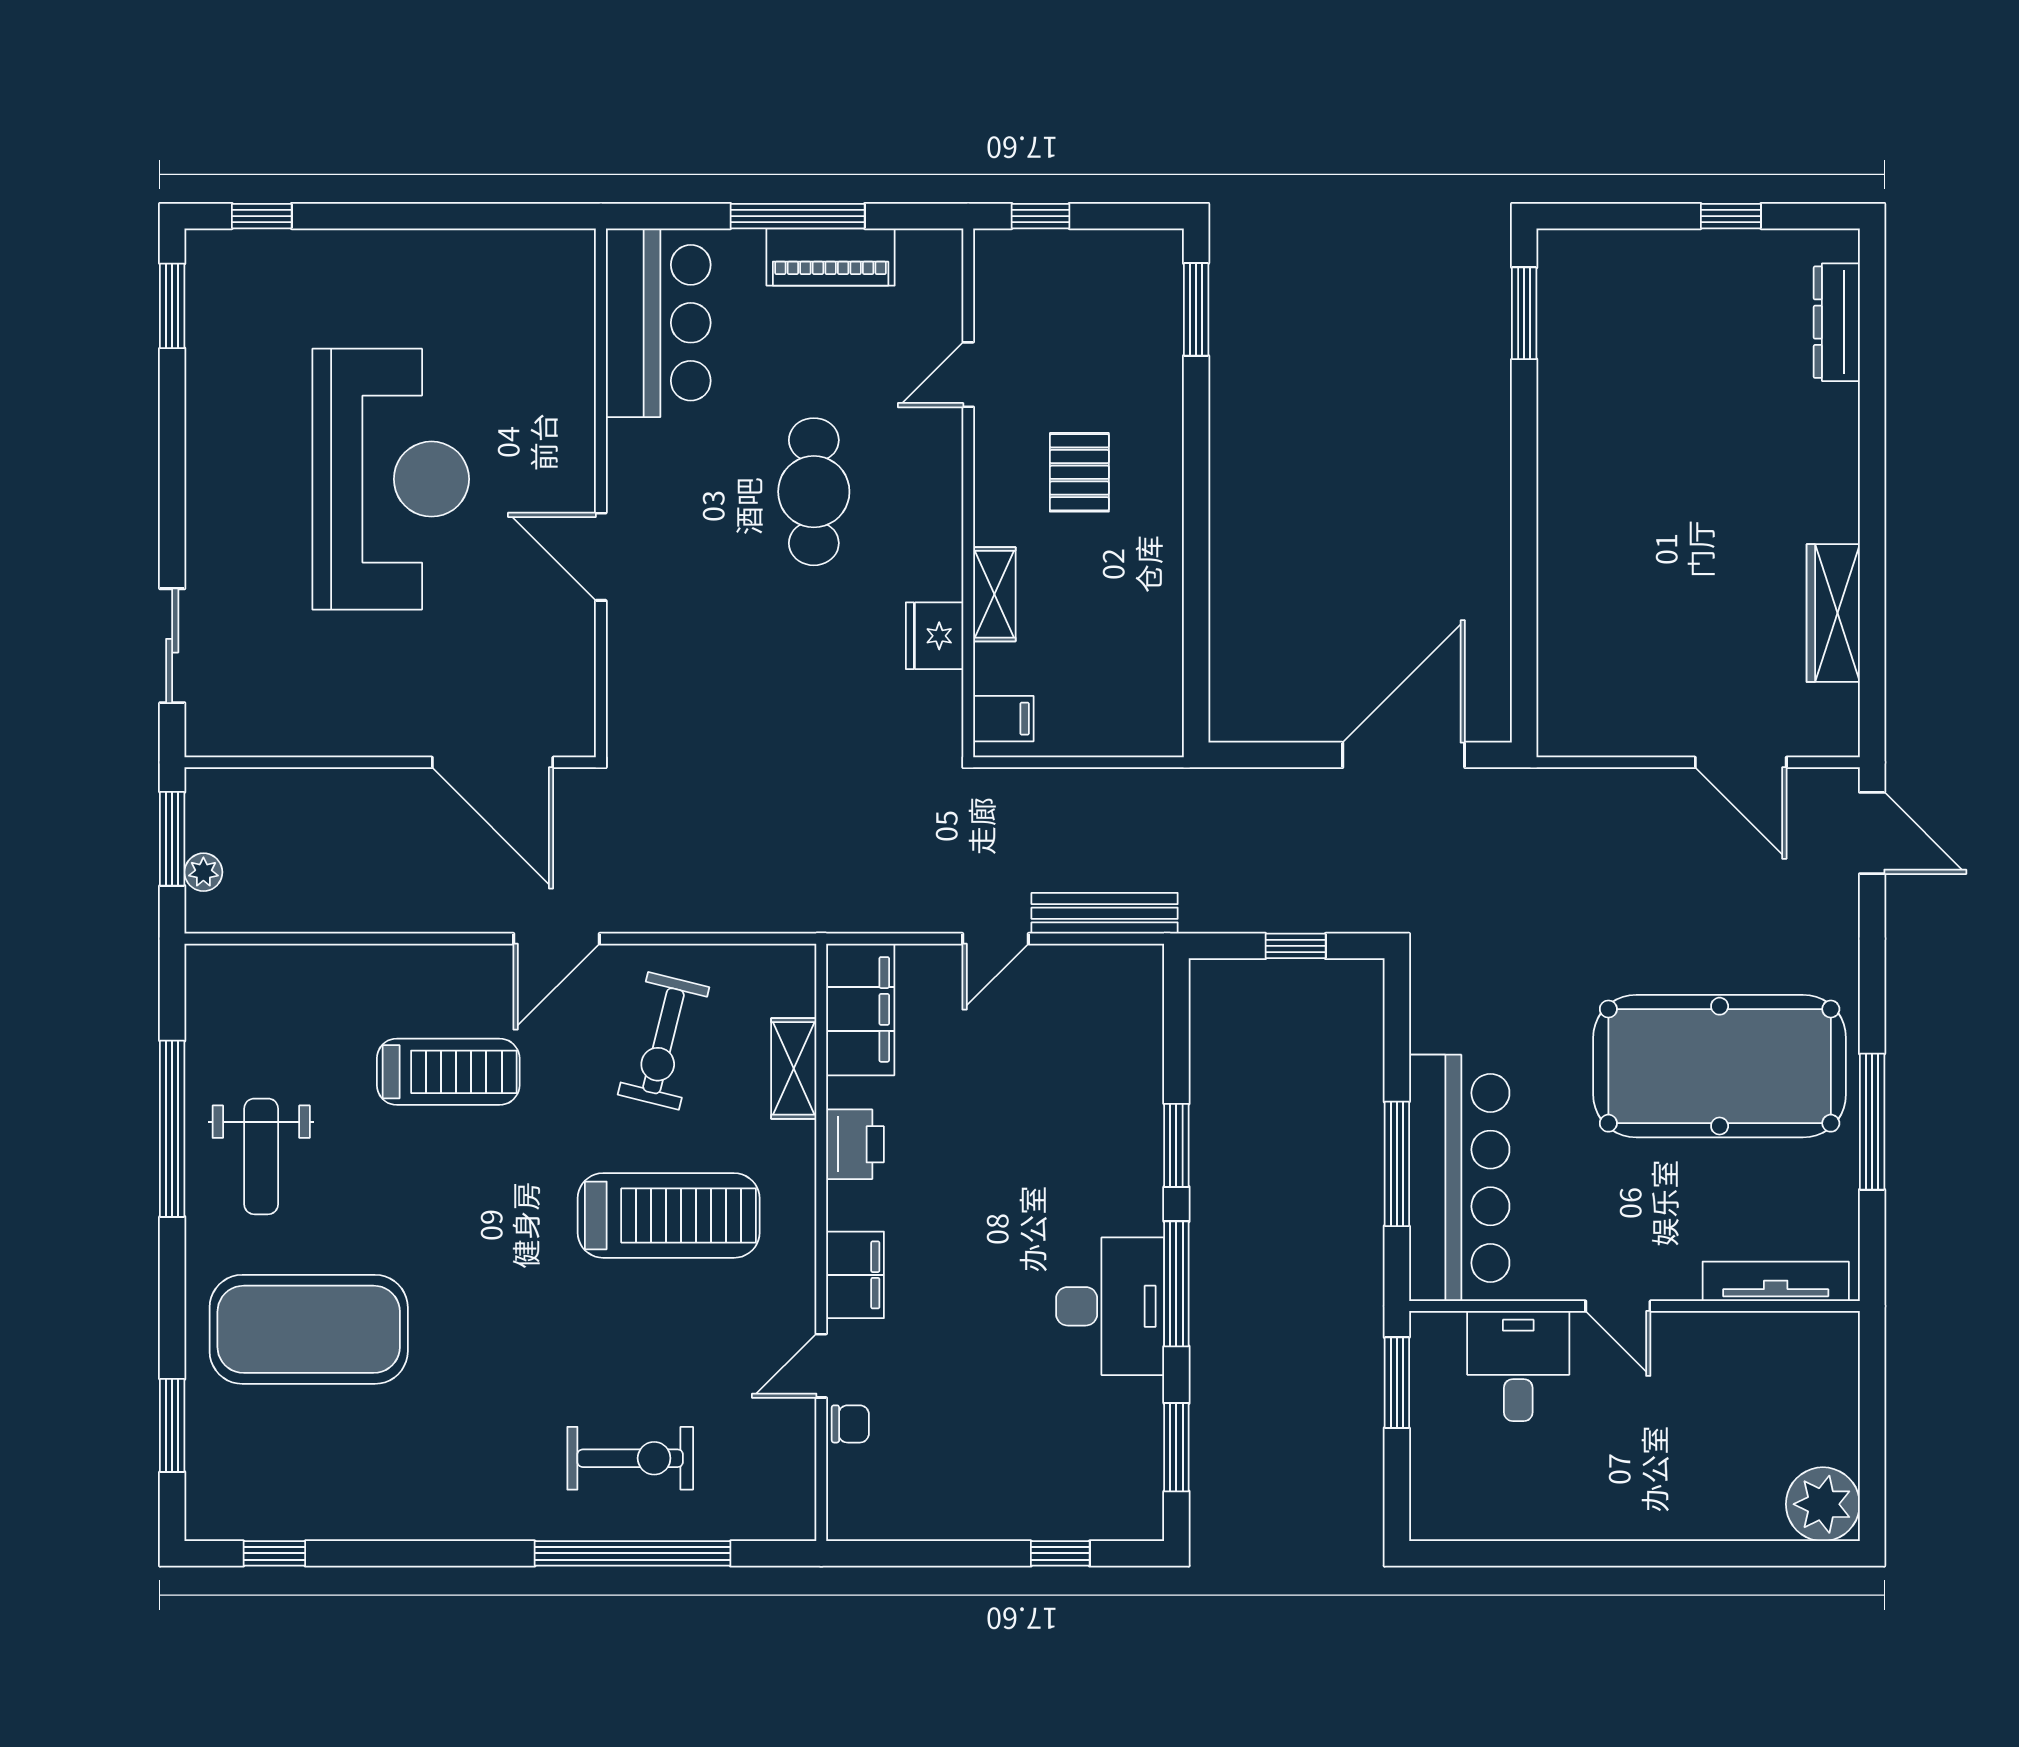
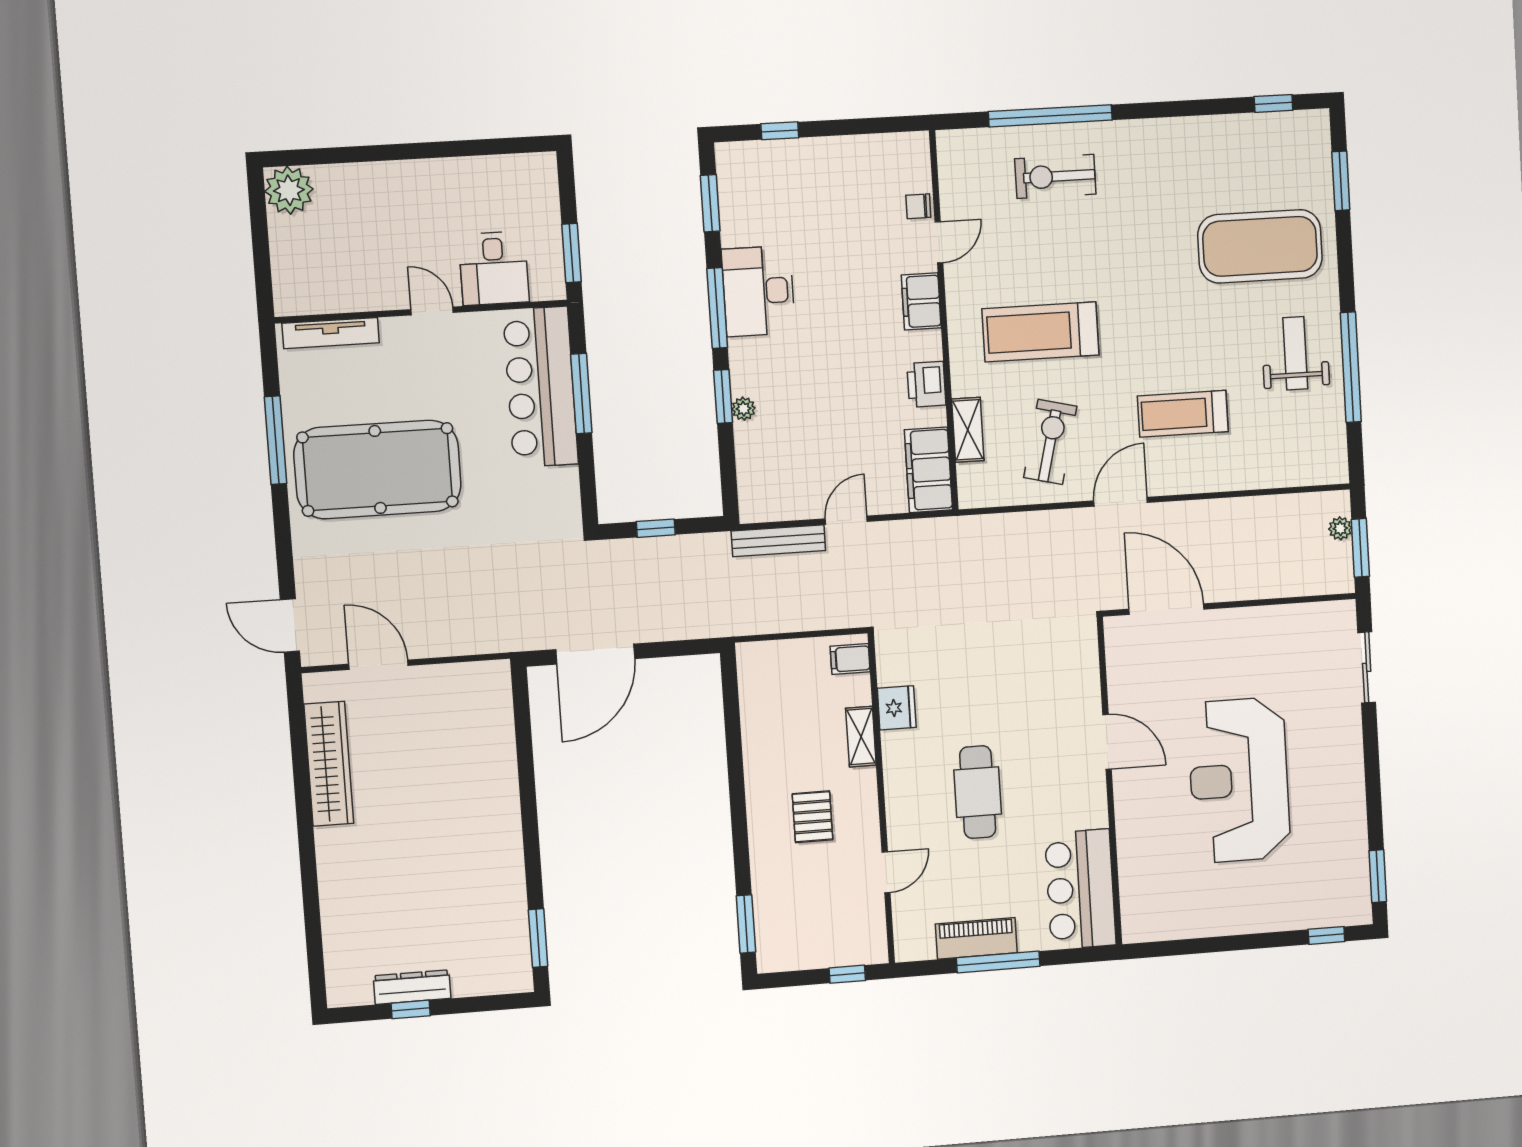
dresser: (1837, 322) -> (412, 987), moved, turned -90
wardrobe: (1833, 613) -> (329, 764), width x1.40, depth x1.17
plant: (1146, 1124) -> (743, 409), added

